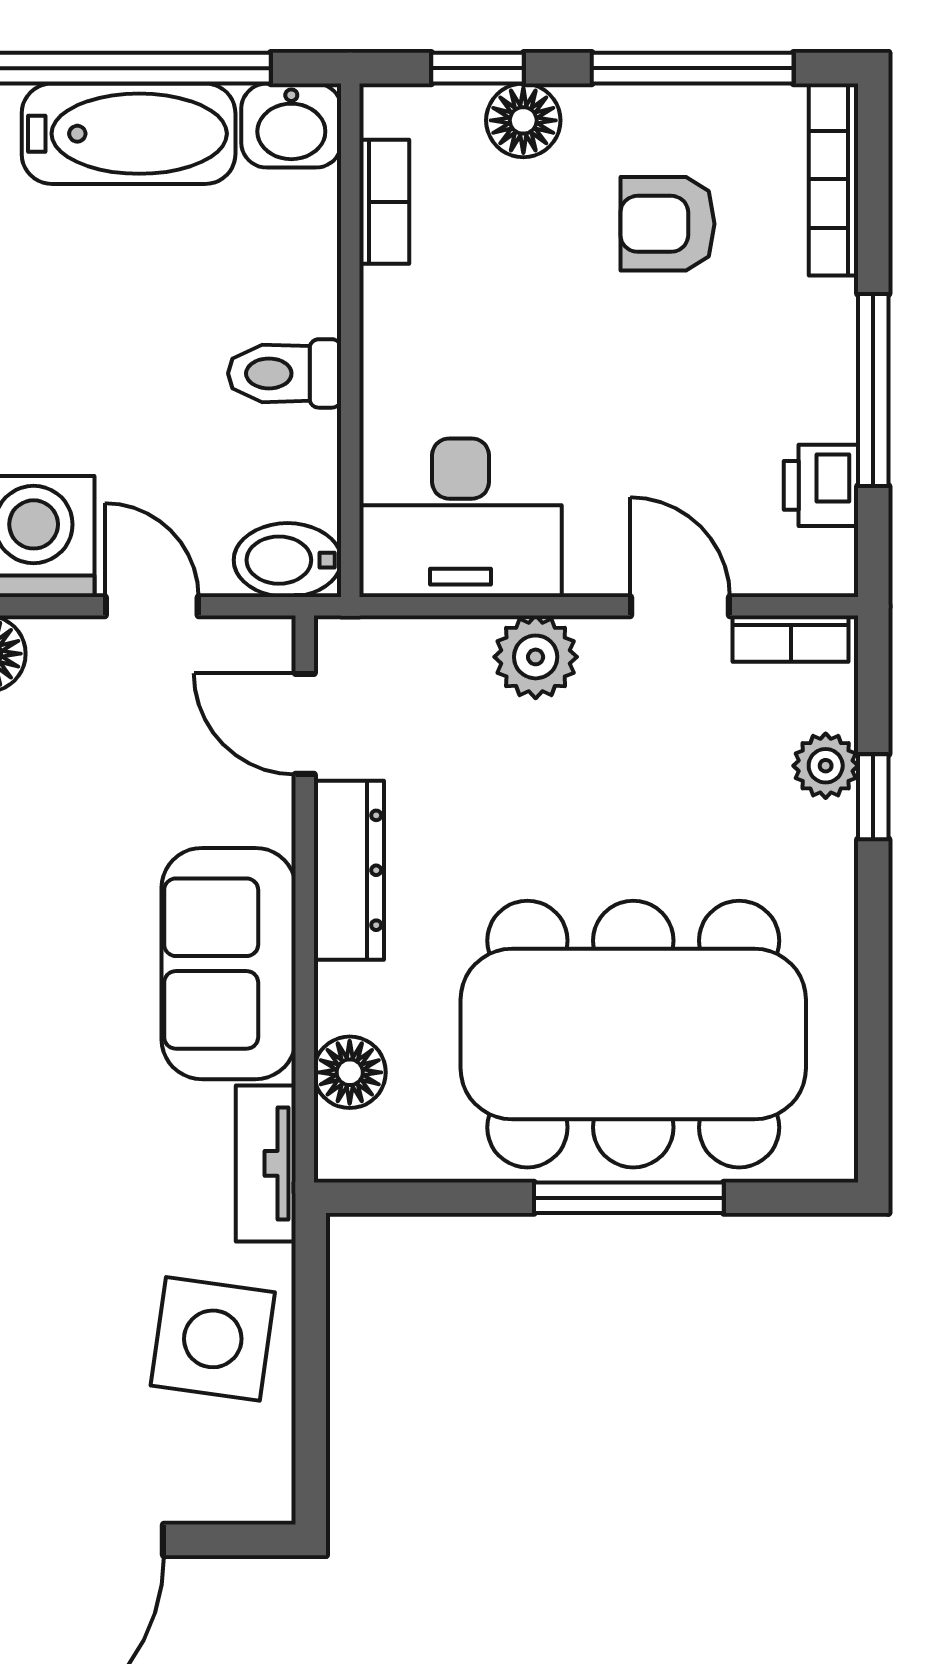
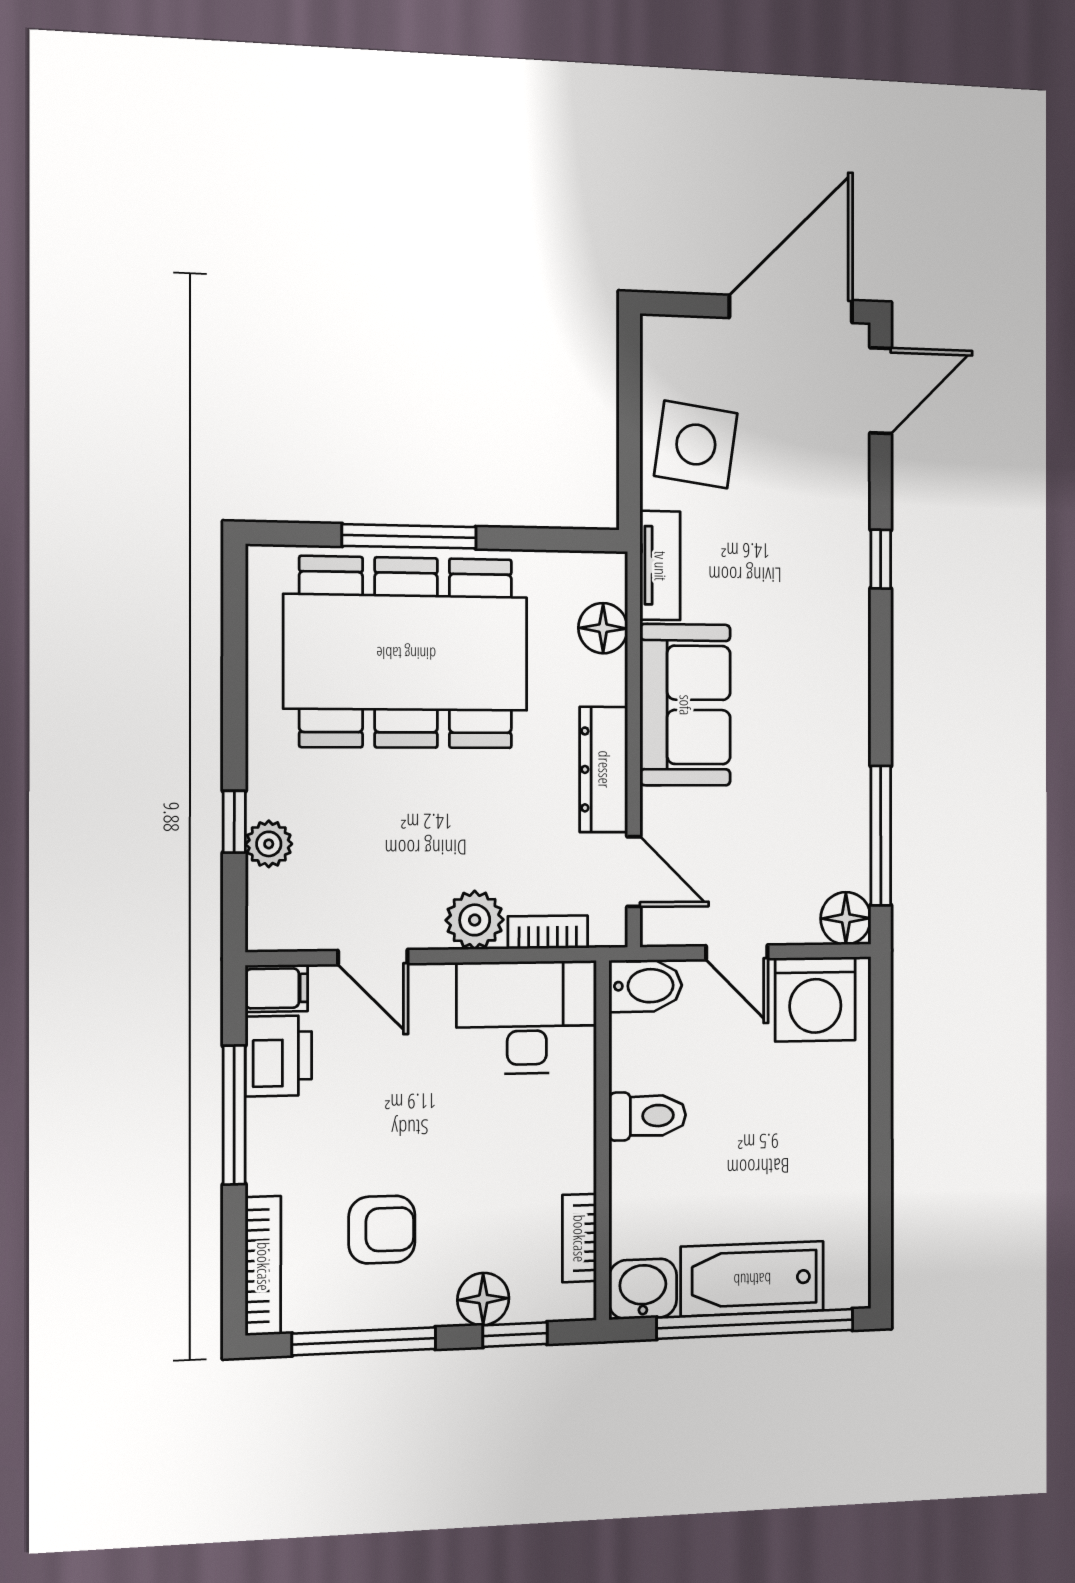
printer: (821, 485) -> (278, 1056), width x1.36, depth x1.24
filing cabinet: (815, 565) -> (277, 988), added
bookcase: (791, 639) -> (548, 932), moved

